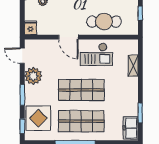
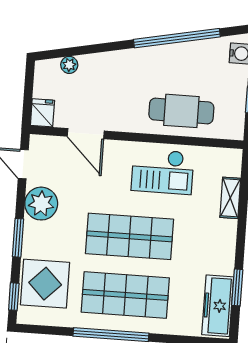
door: (68, 37) -> (86, 134), moved
freezer: (131, 128) -> (218, 306), width x1.40

